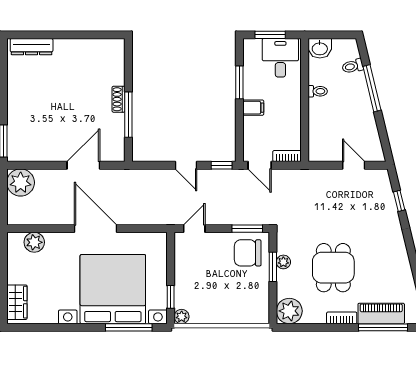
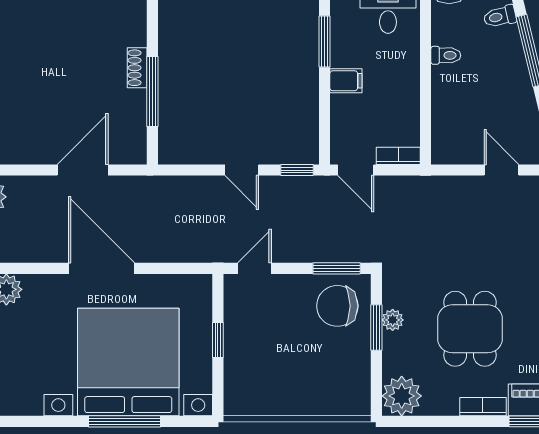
window: (171, 297) -> (218, 340), moved
plant: (182, 317) -> (235, 405), removed
window: (129, 327) -> (125, 421), moved

